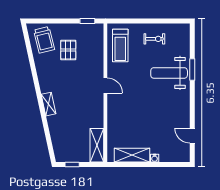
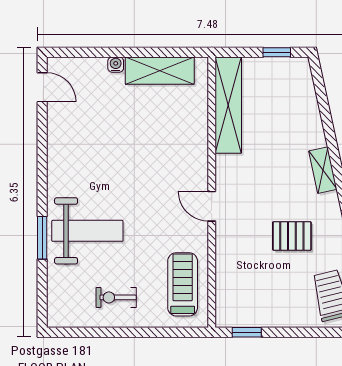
pallet: (68, 50) -> (292, 236), moved, turned 90
door: (192, 136) -> (42, 87), moved
shelving: (97, 145) -> (228, 105), width x1.47

